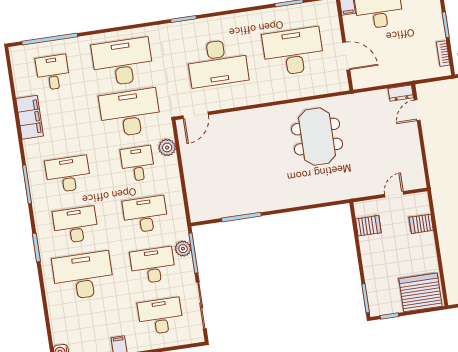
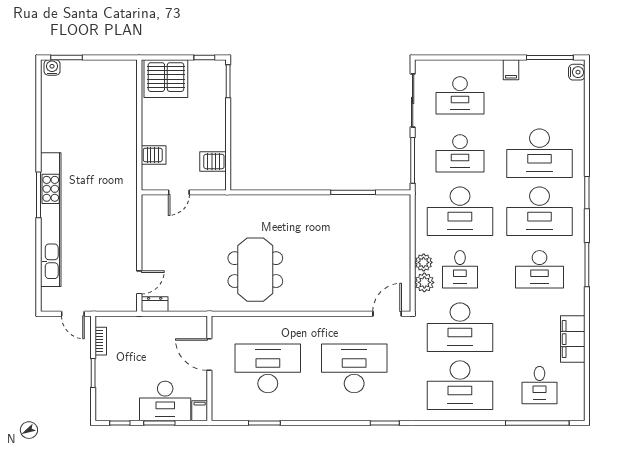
desk: (293, 52) -> (268, 368), turned 180
desk: (145, 215) -> (460, 211), width x1.36, depth x1.30
desk: (75, 225) -> (539, 211), width x1.36, depth x1.30
plant: (183, 249) -> (424, 262), moved

